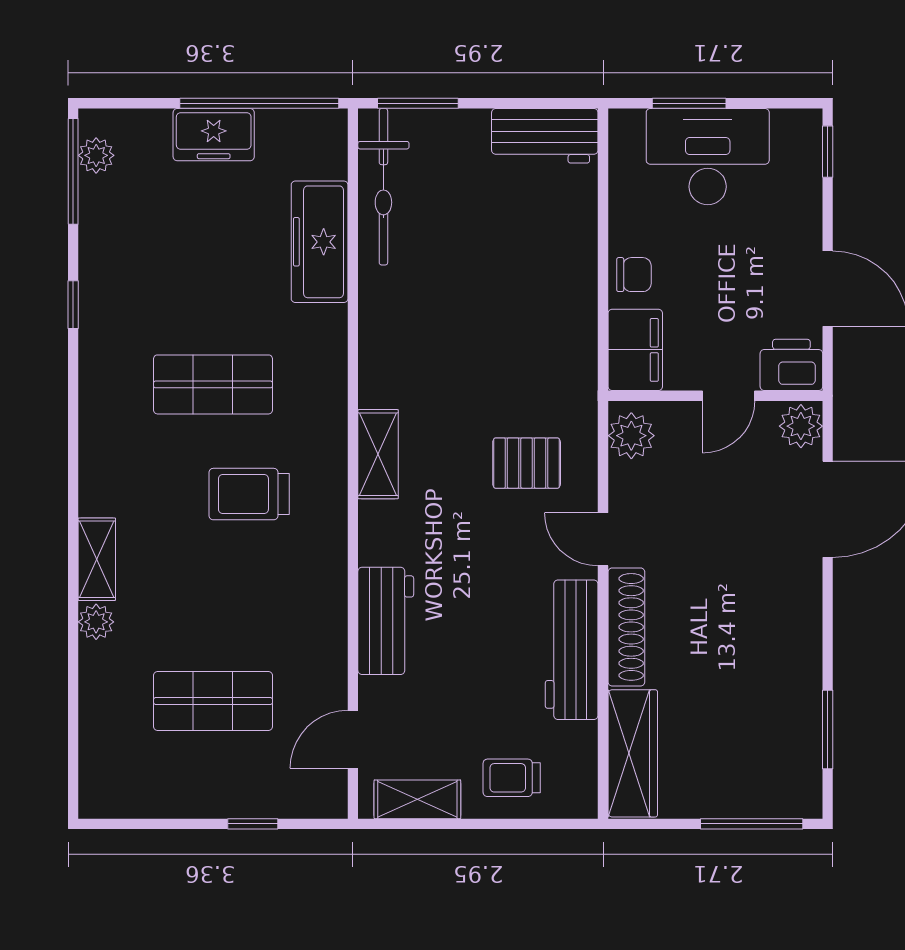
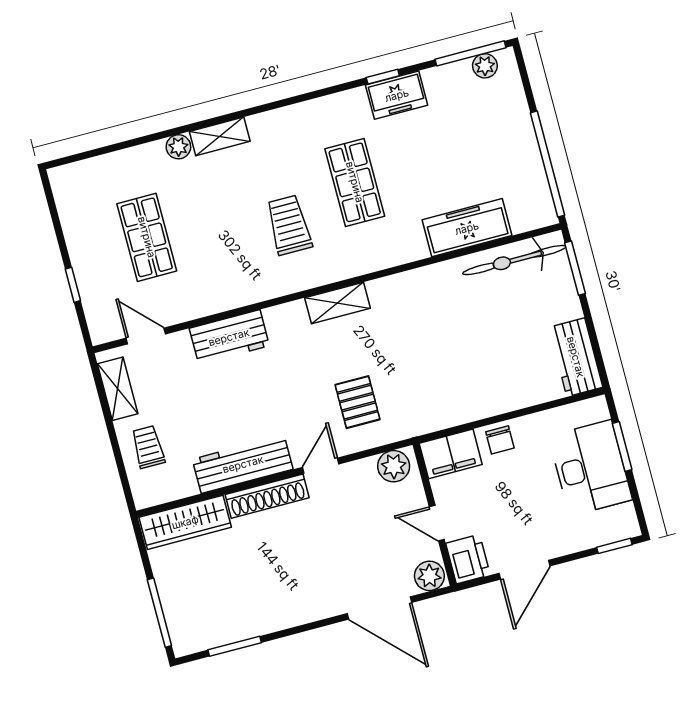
freezer: (214, 135) -> (397, 95), moved, turned -90

